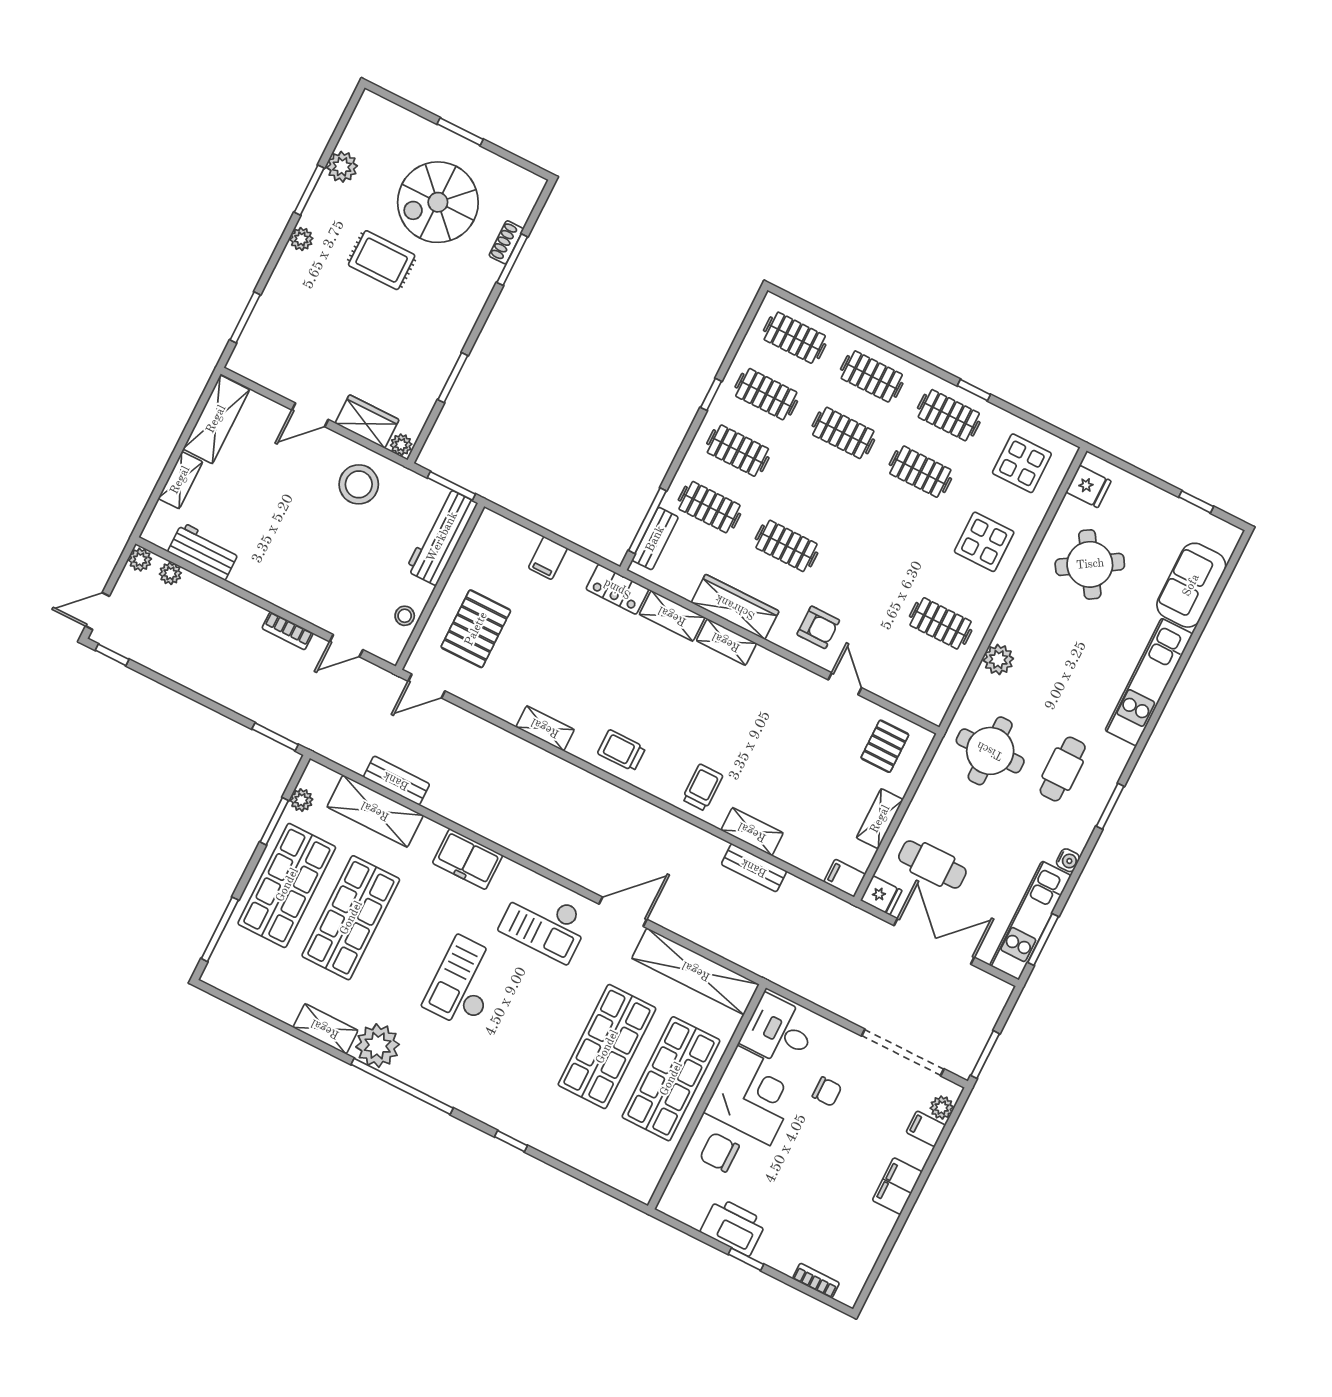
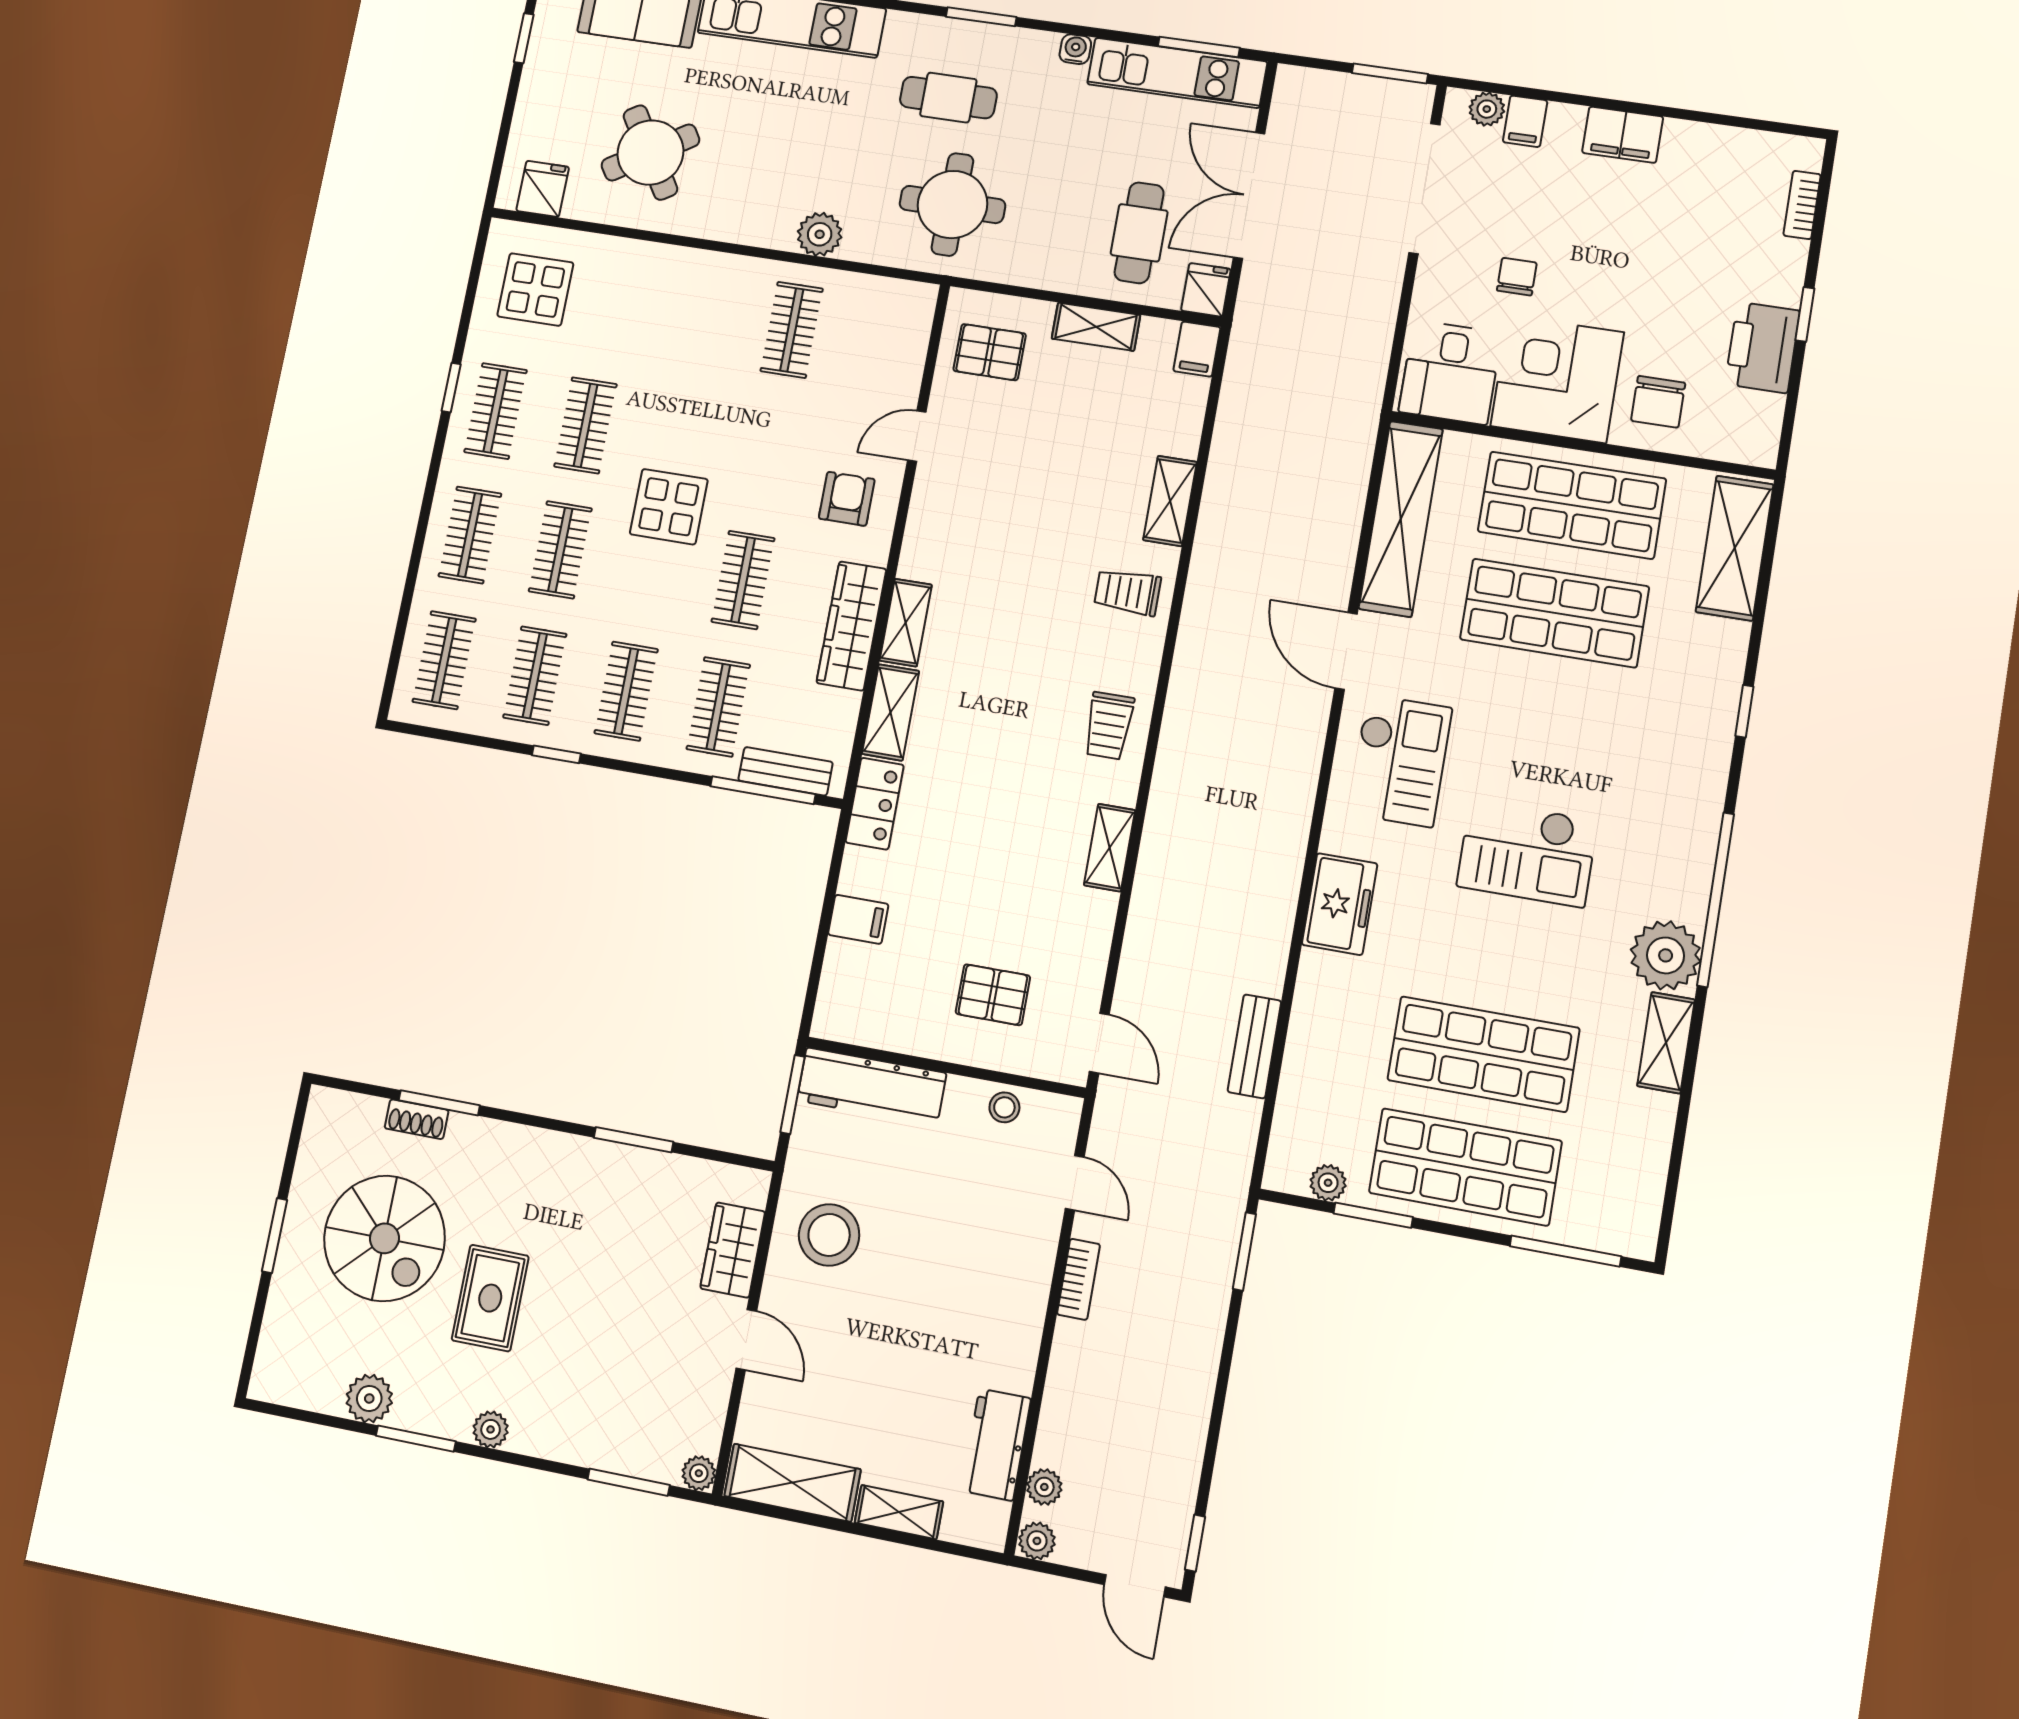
plant: (401, 445) -> (699, 1473), moved
display table: (984, 542) -> (669, 507), moved
pallet: (476, 629) -> (993, 995), width x0.67, depth x0.71
shelving: (375, 811) -> (1735, 548), moved
bench: (754, 868) -> (1222, 482), removed

